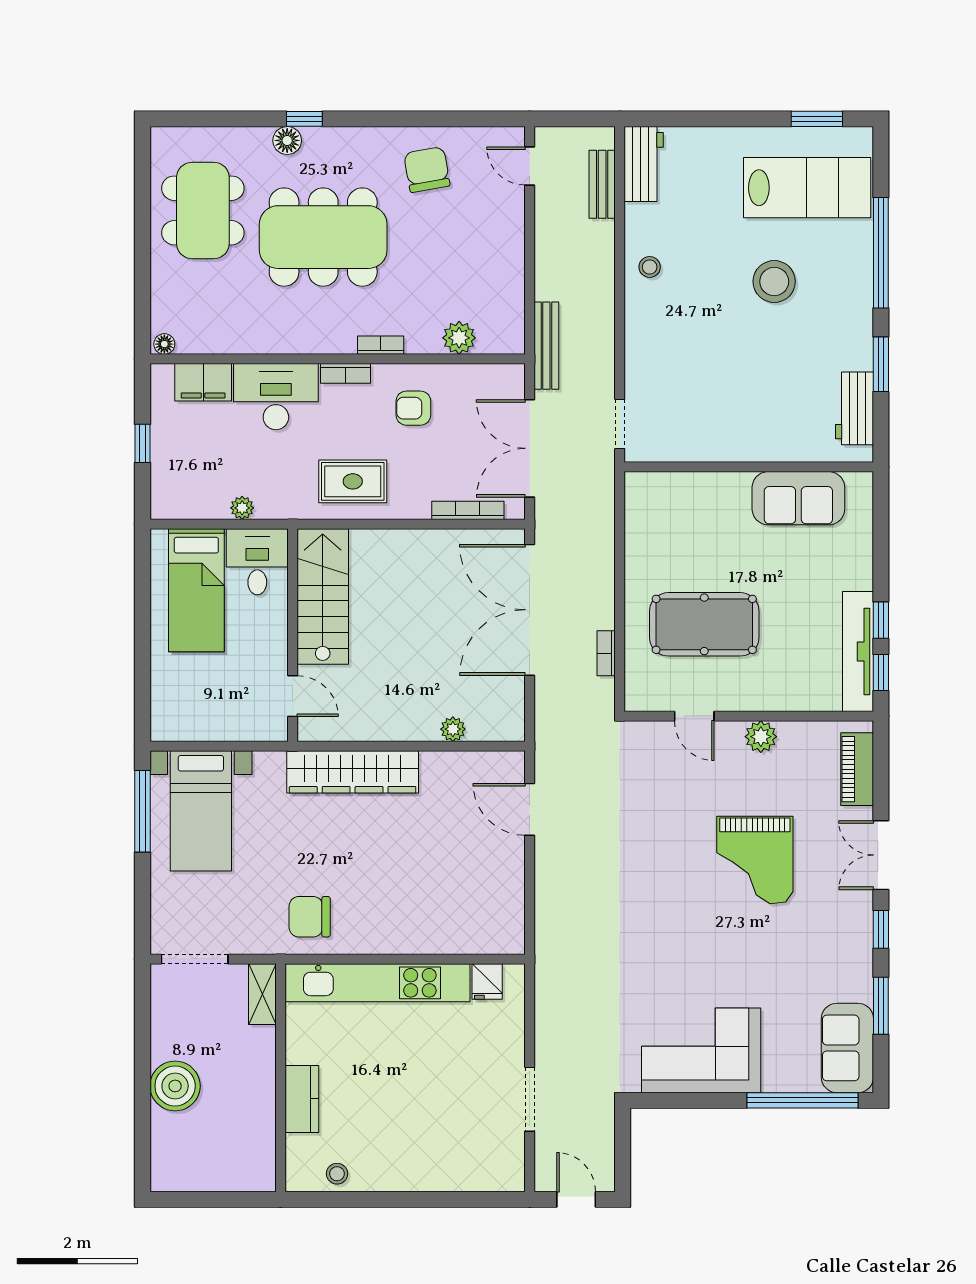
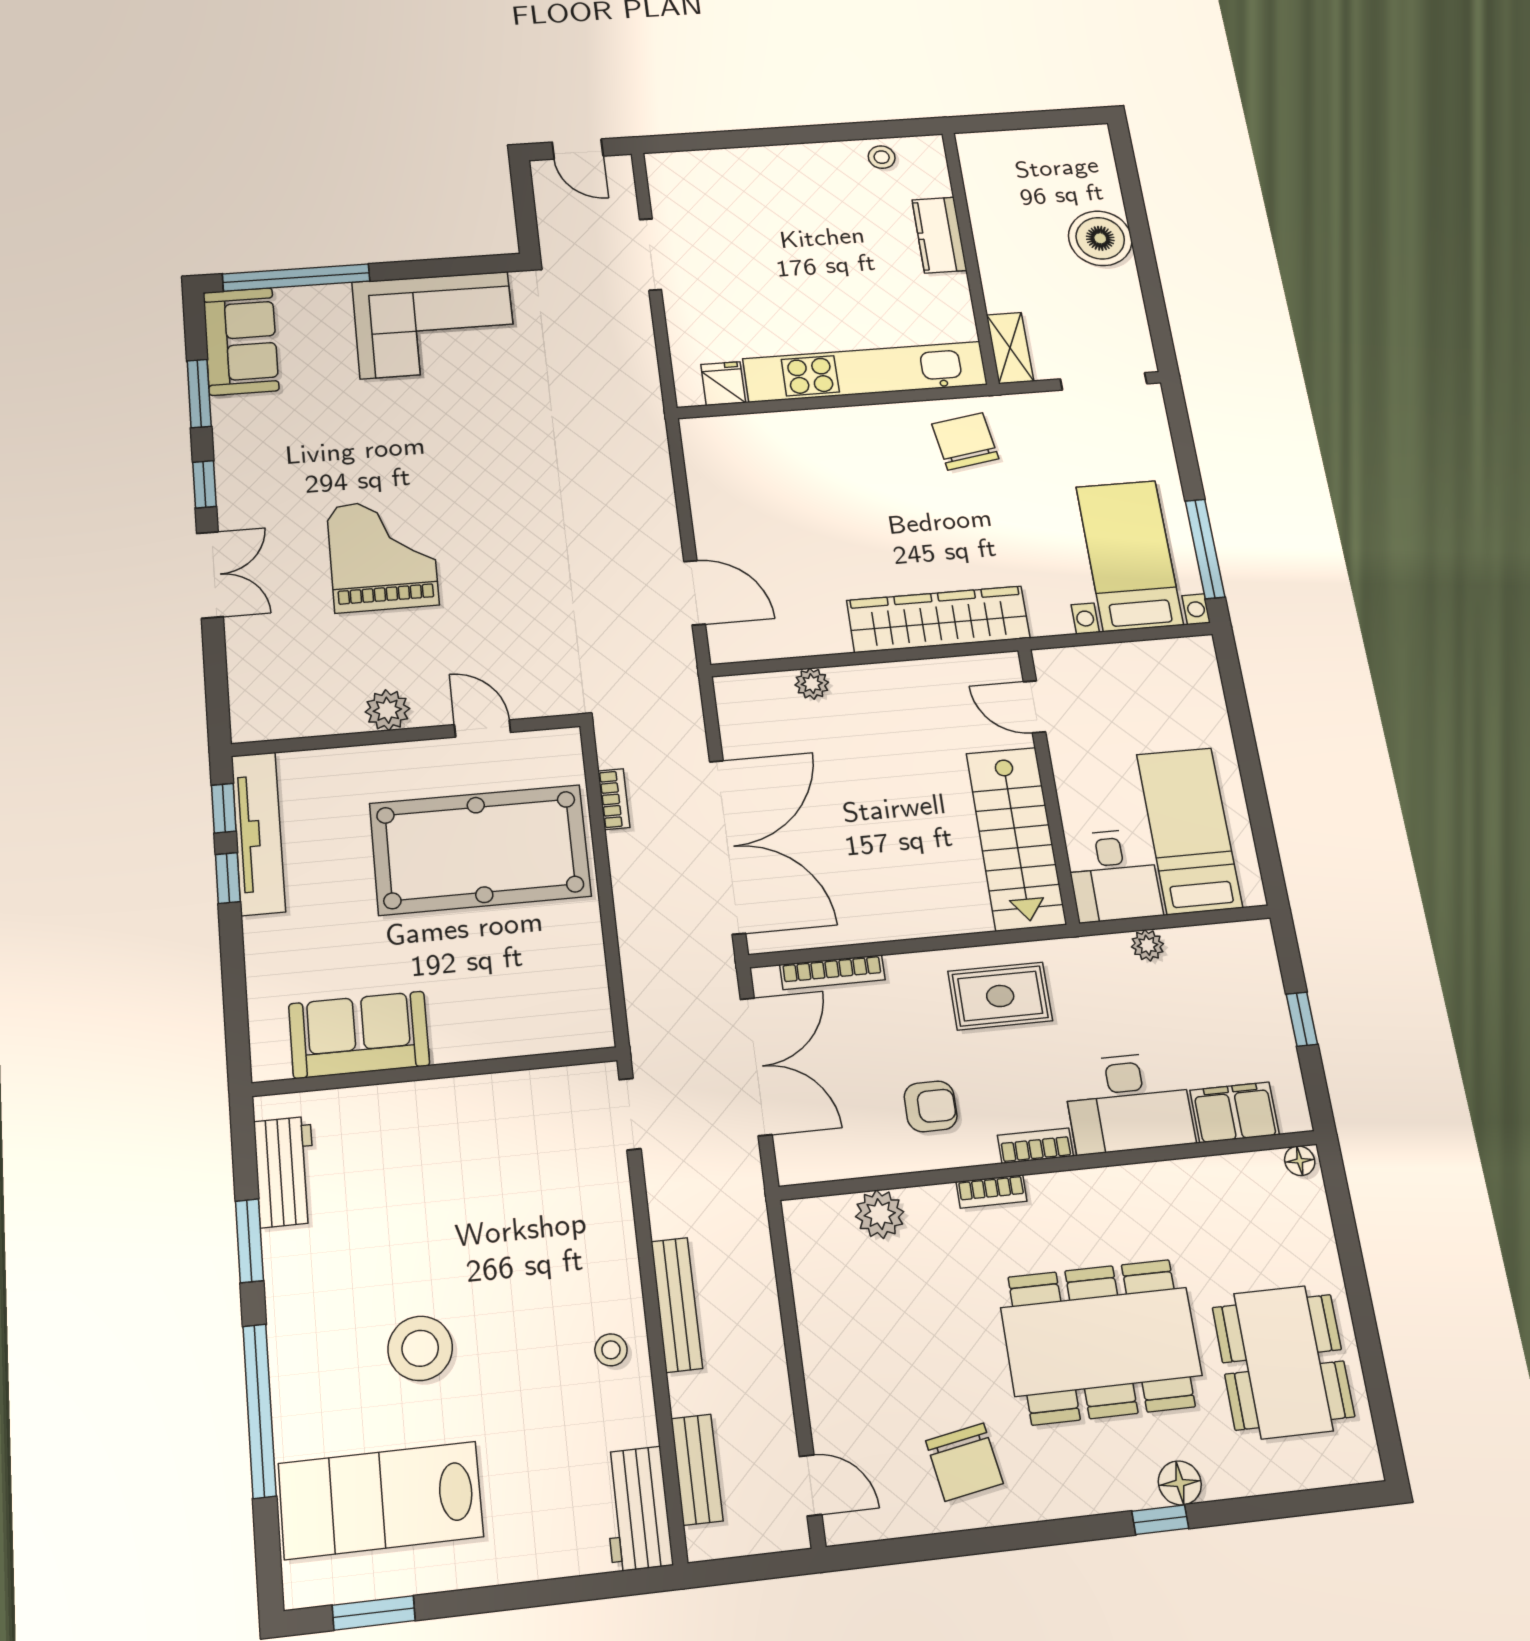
bench: (546, 346) -> (677, 1305), moved
pool table: (704, 624) -> (480, 850), width x1.36, depth x1.32
piano: (857, 769) -> (250, 680), removed
chair: (310, 917) -> (965, 441), turned -99

